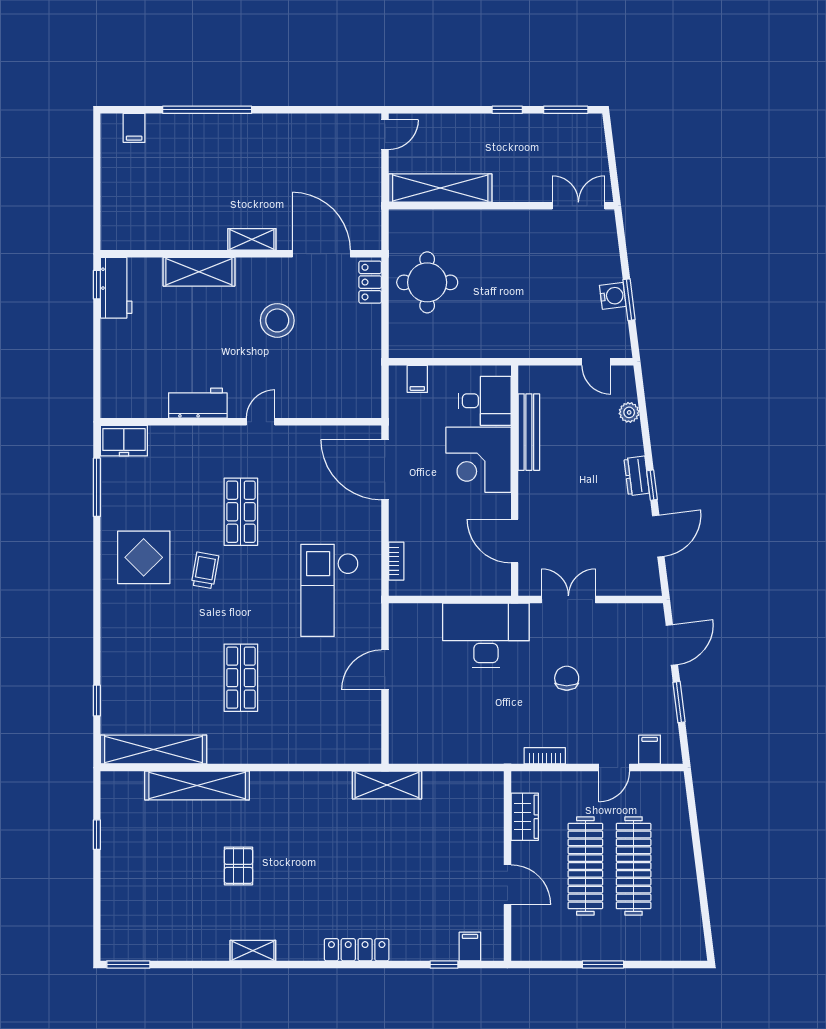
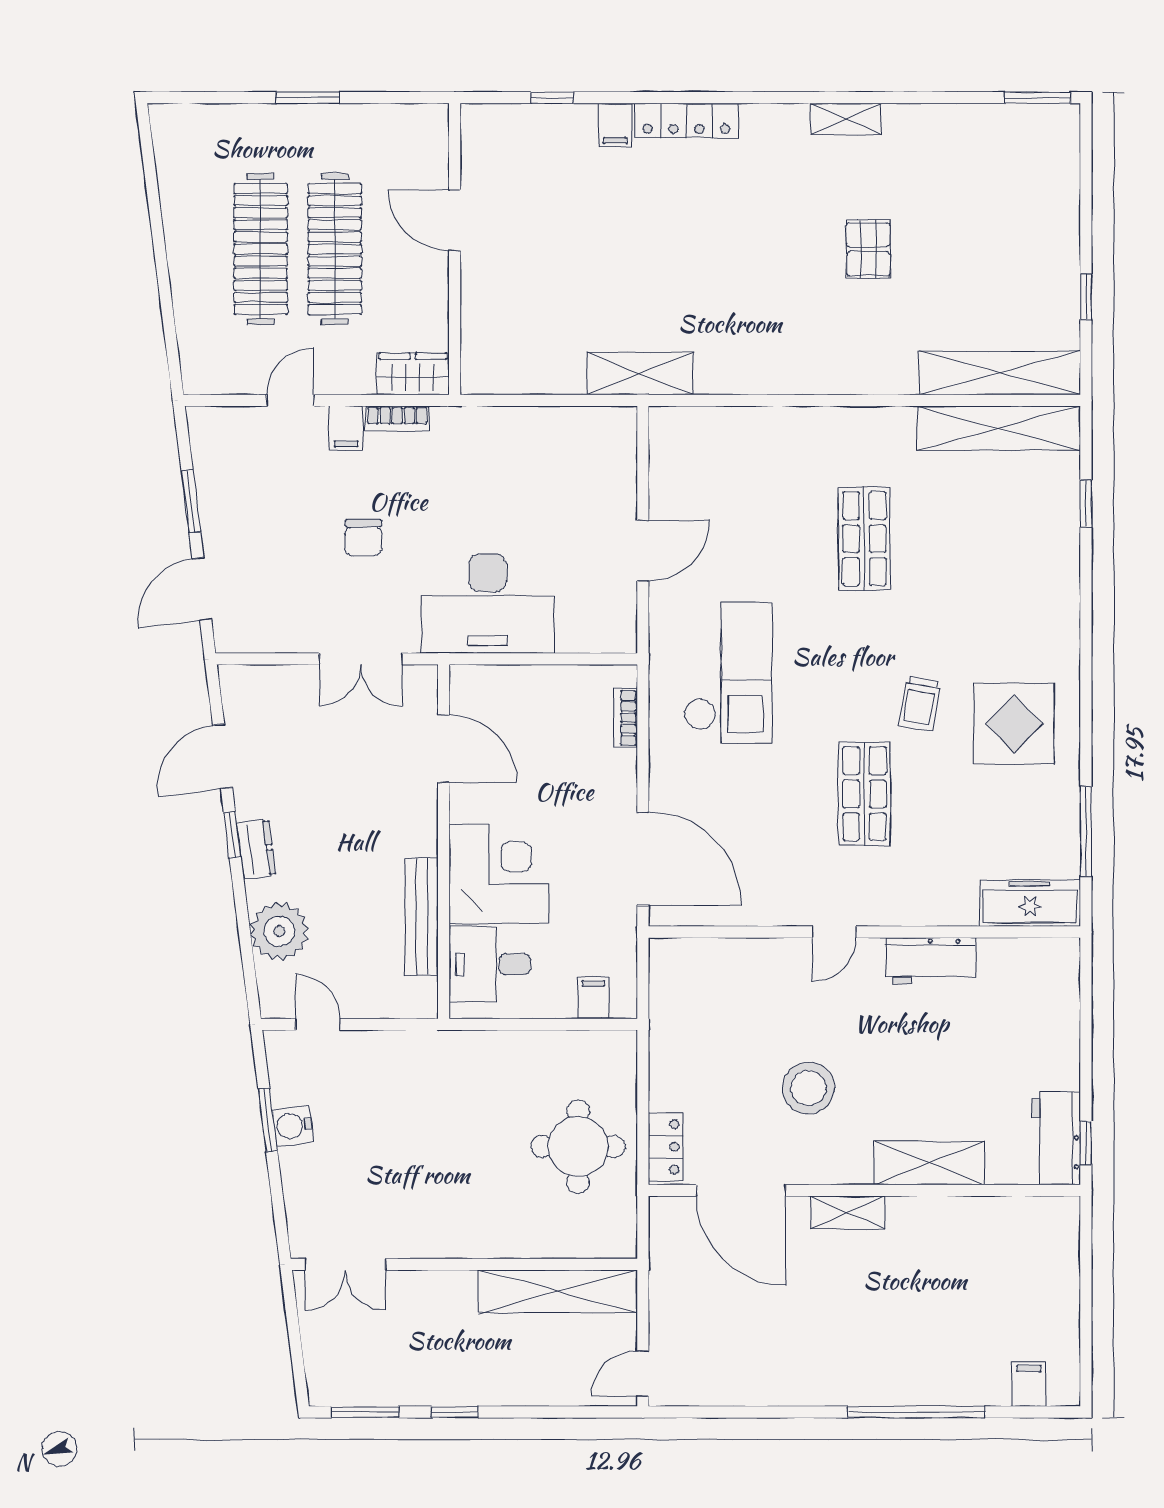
plant: (629, 412) -> (279, 931), width x1.87, depth x1.87
freezer: (124, 441) -> (1030, 903), width x1.40
filing cabinet: (650, 750) -> (346, 428), moved
shelving: (197, 785) -> (1000, 373), moved
wardrobe: (525, 817) -> (413, 374), moved, turned 90
filing cabinet: (470, 947) -> (615, 125), moved

